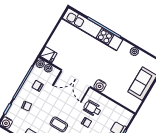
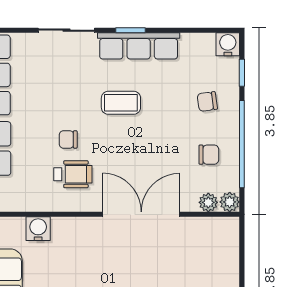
fridge: (49, 55) -> (224, 230), removed
water cooler: (100, 86) -> (38, 229), moved

